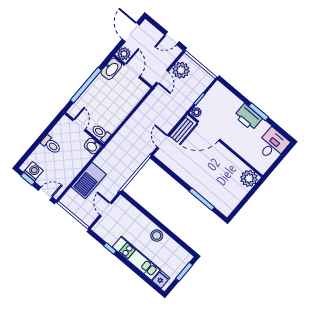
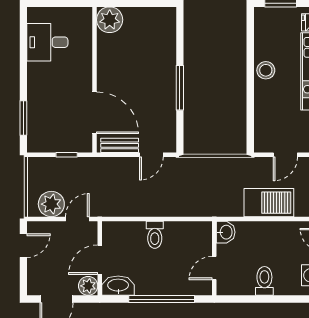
door: (172, 38) -> (23, 246), hinge flipped
plant: (196, 112) -> (85, 145), removed
window: (259, 112) -> (23, 118), moved
printer: (248, 117) -> (40, 80), removed
toilet: (101, 133) -> (155, 235), moved
desk: (273, 144) -> (47, 42), moved
window: (202, 199) -> (180, 88), moved

